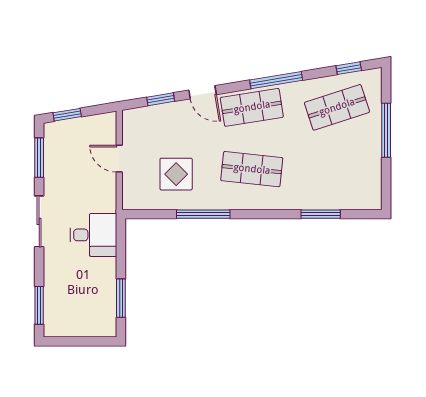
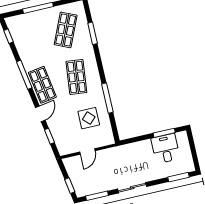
shop shelf: (337, 107) -> (66, 30), moved, turned 42
desk: (93, 235) -> (166, 149), moved

